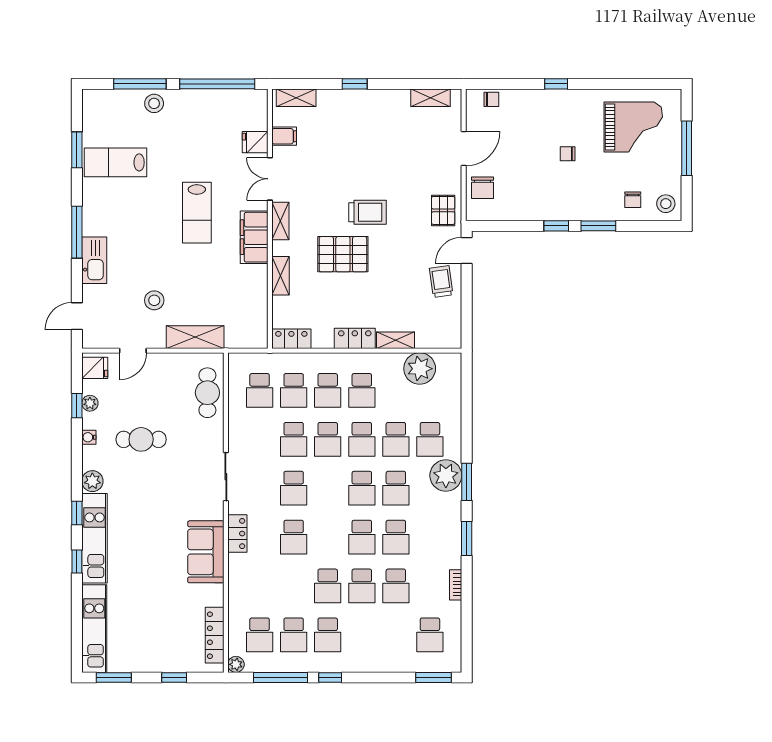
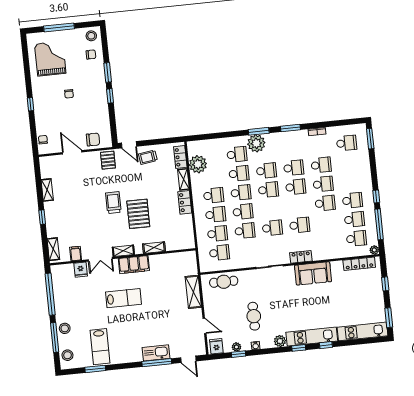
shelving: (430, 98) -> (47, 190), moved
pallet: (443, 210) -> (108, 160), turned 90
window: (77, 232) -> (157, 363), moved
stool: (154, 300) -> (67, 355), moved
locker: (291, 339) -> (180, 157), moved

